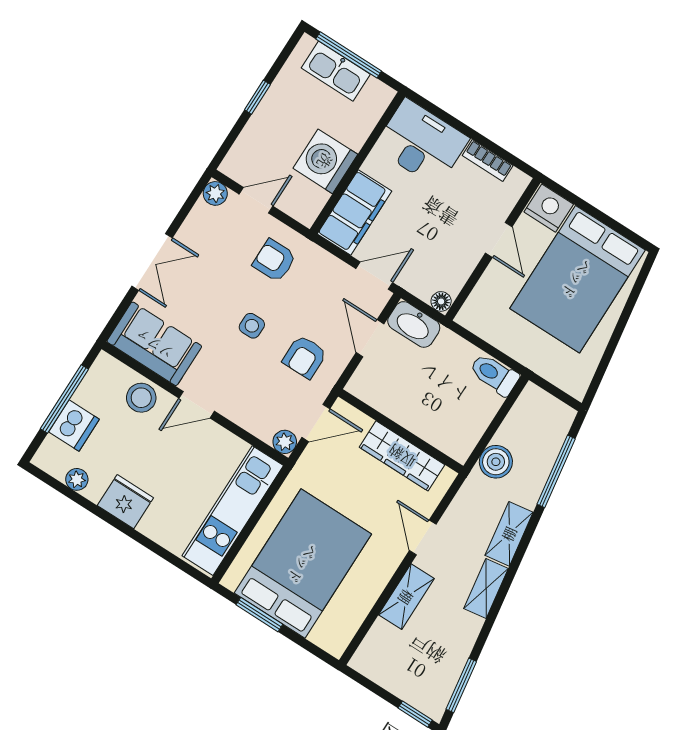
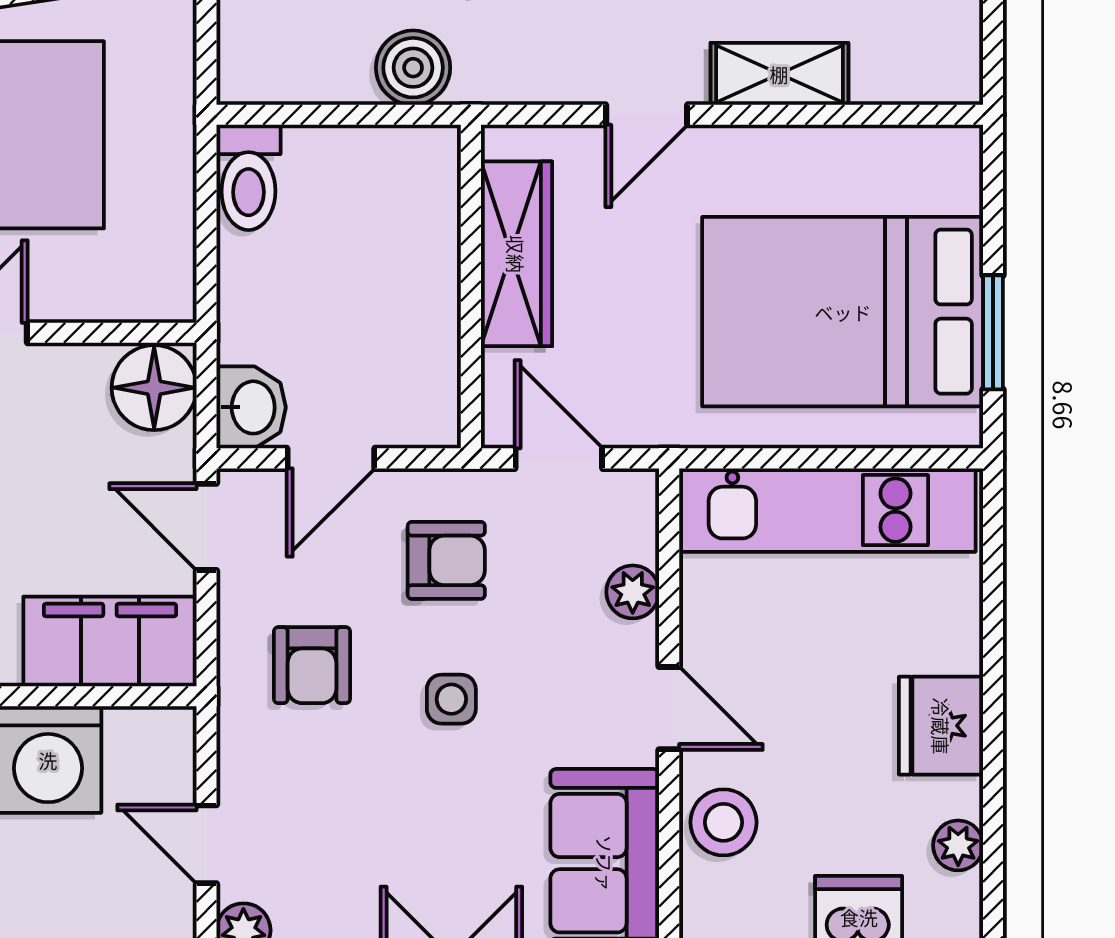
armchair: (274, 260) -> (312, 665), moved
floor lamp: (441, 301) -> (154, 388), width x1.89, depth x1.89
washbasin: (414, 324) -> (251, 407), width x0.72
plant: (285, 442) -> (633, 592), moved

